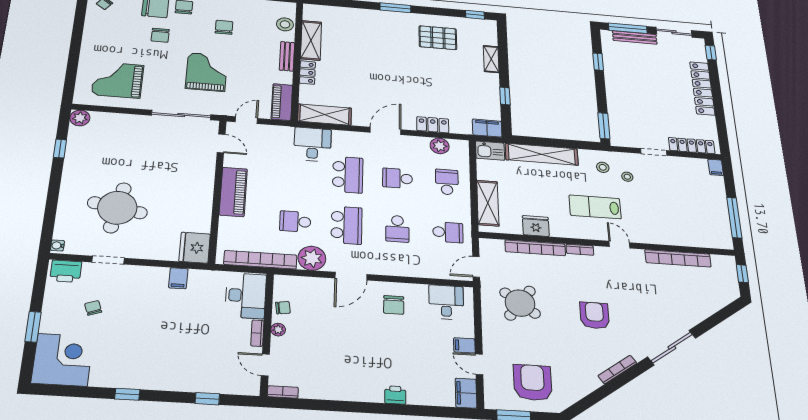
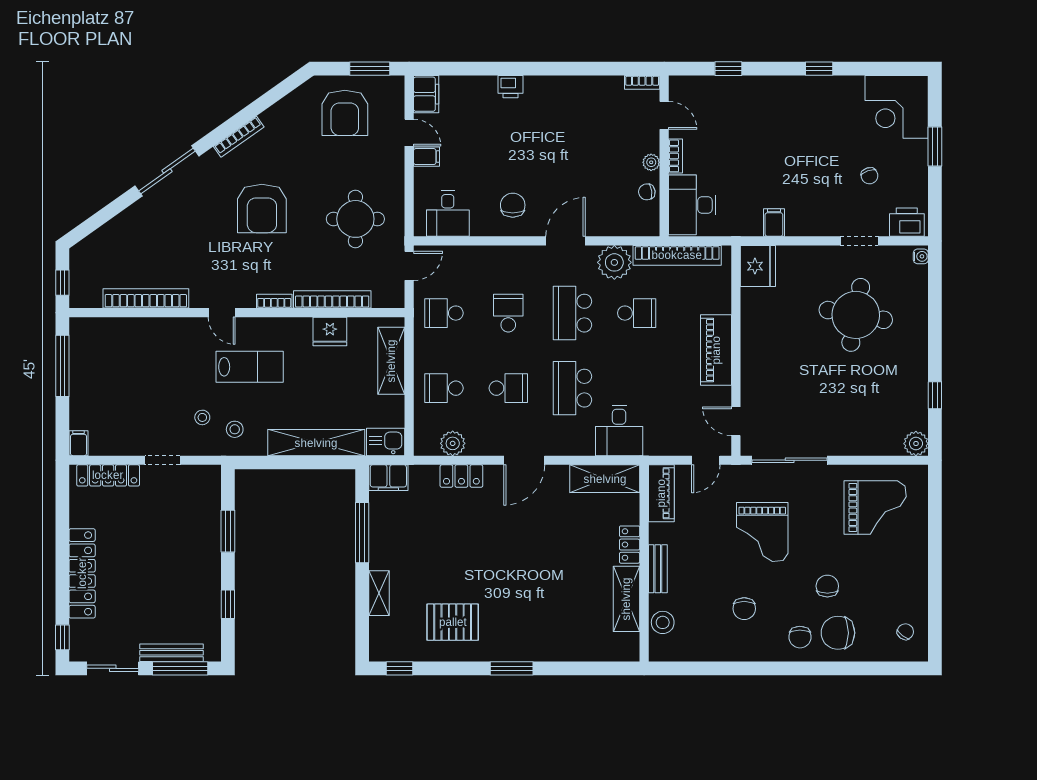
window: (505, 96) -> (362, 533), width x2.17
window: (604, 126) -> (228, 531), moved
school desk: (447, 182) -> (444, 388), turned 90
round table: (520, 303) -> (355, 219), turned -36
armchair: (595, 315) -> (262, 209), width x1.36, depth x1.36

